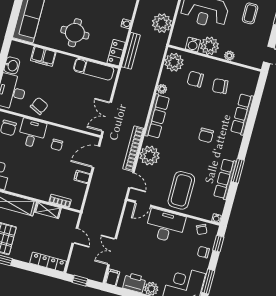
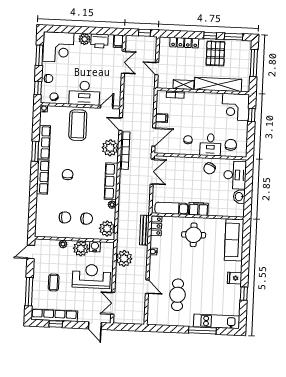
filing cabinet: (43, 56) -> (198, 209), moved
row of seats: (242, 114) -> (43, 177), moved
locker: (48, 262) -> (184, 43), moved

